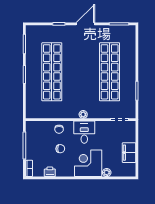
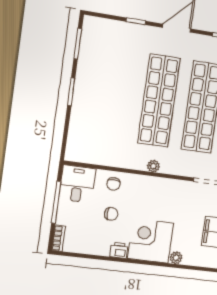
shop shelf: (52, 72) -> (159, 101), moved
desk: (84, 132) -> (77, 184), moved
printer: (50, 172) -> (119, 250), moved

